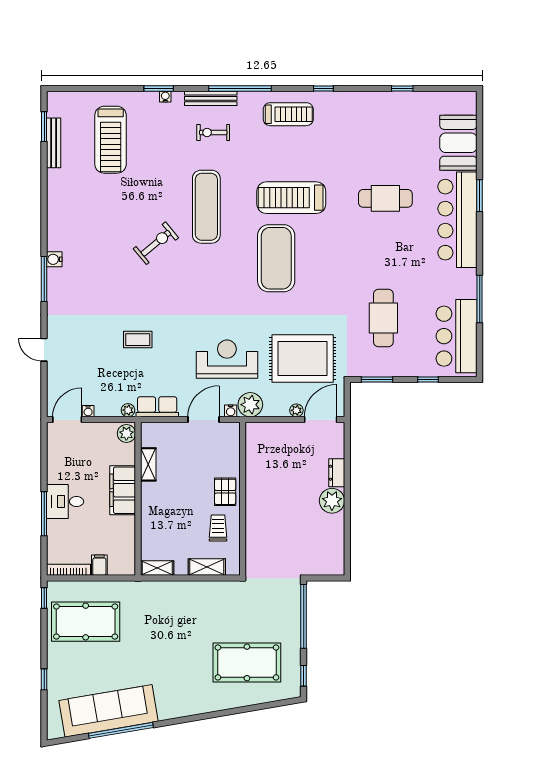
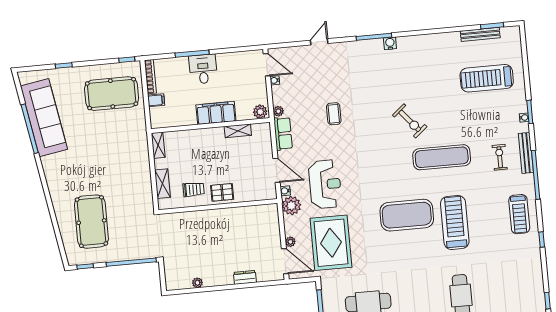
plant: (332, 501) -> (197, 283), moved, width x0.53, depth x0.53
pool table: (86, 622) -> (112, 94), turned 90

